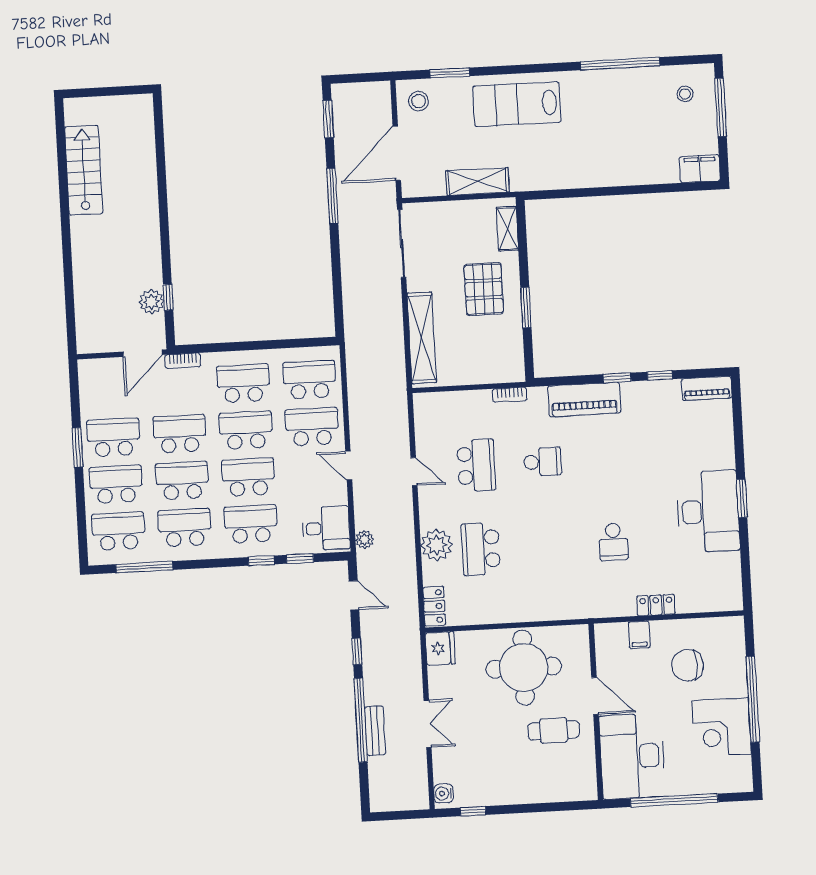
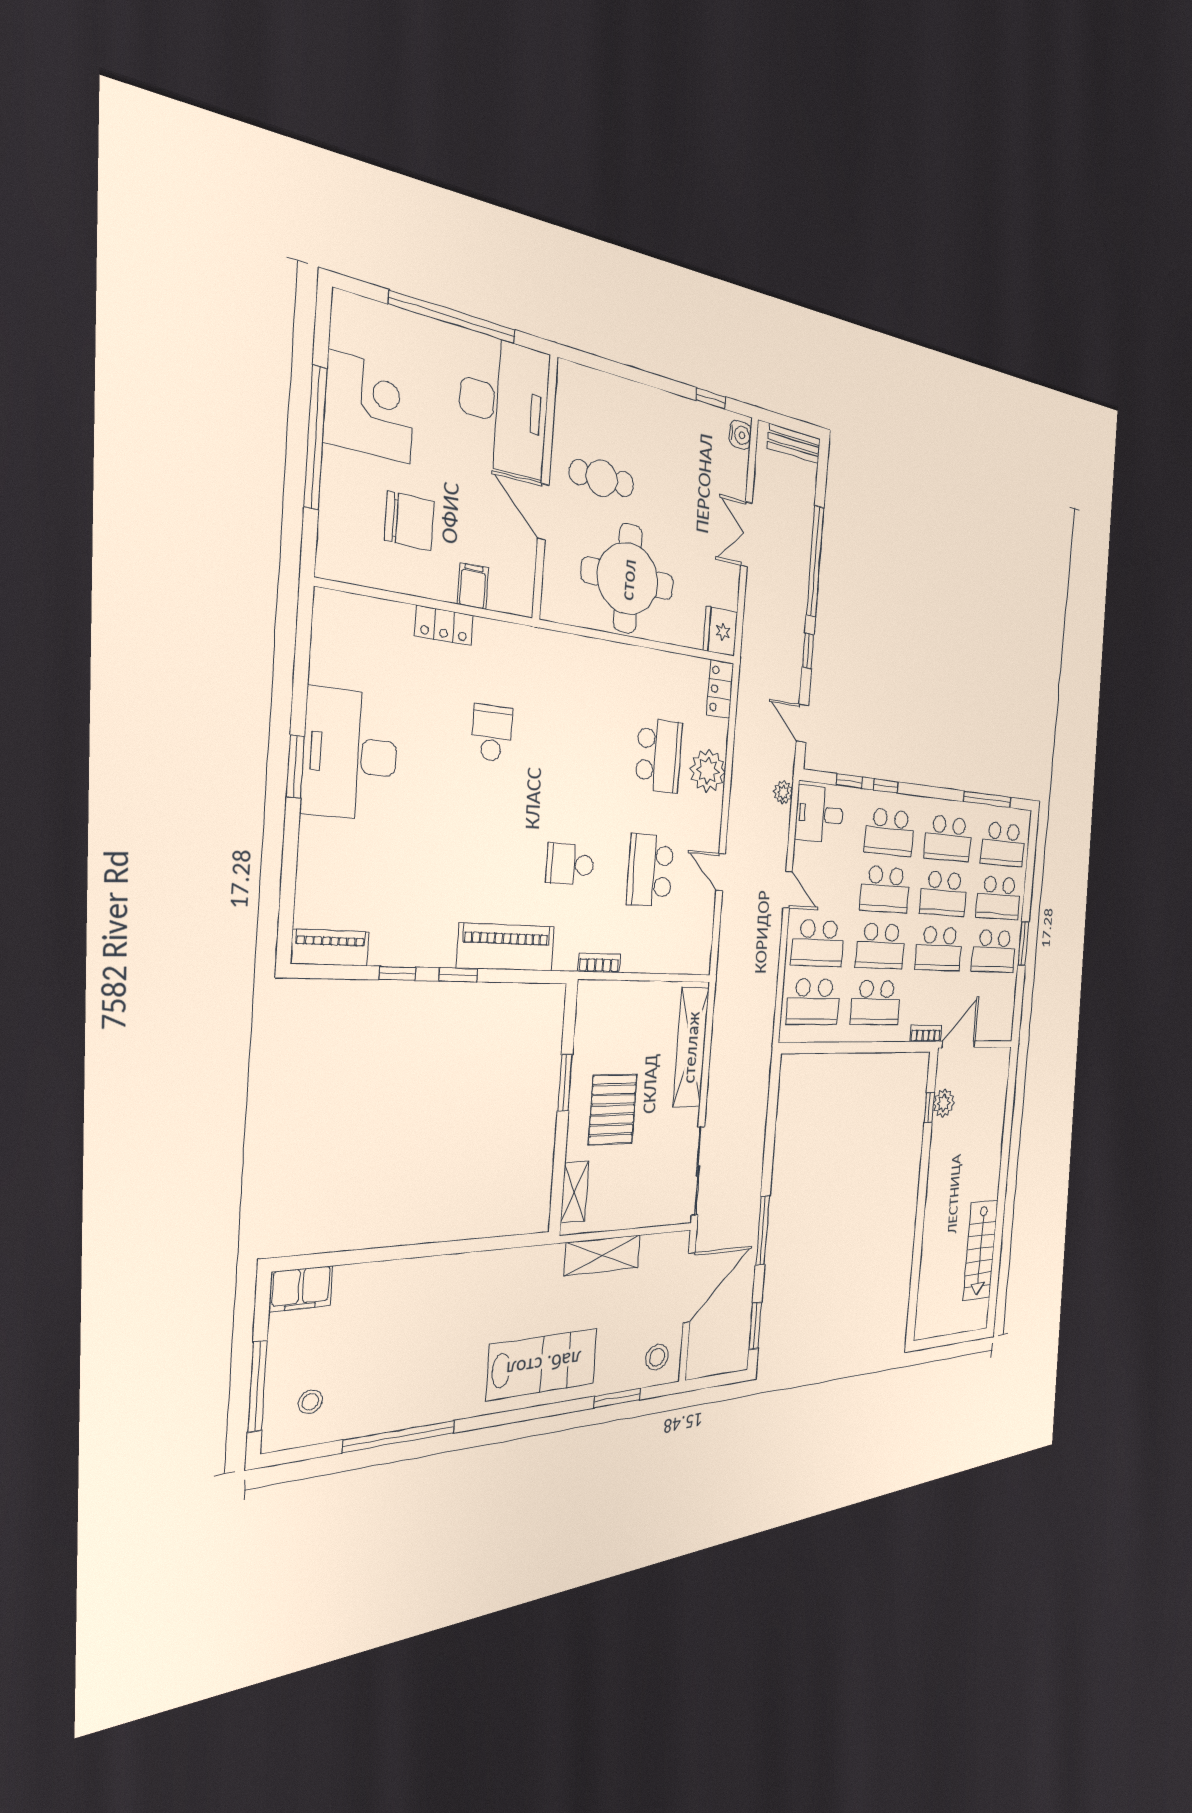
bench: (375, 731) -> (794, 443), moved, turned 90

